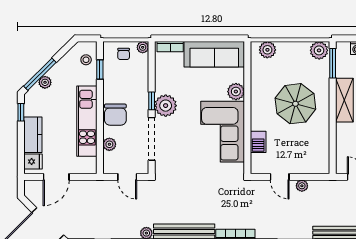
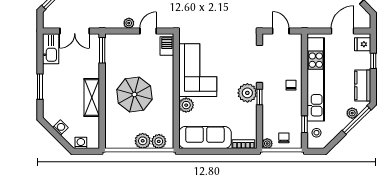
plant: (319, 50) -> (143, 141), moved
window: (333, 63) -> (102, 50), moved
window: (21, 112) -> (373, 61), moved
chair: (115, 115) -> (291, 85), width x0.54, depth x0.54
kitchen unit: (87, 121) -> (316, 79), width x1.36
kitchen counter: (33, 135) -> (363, 85), moved
barbecue: (258, 142) -> (167, 46), moved
plant: (109, 144) -> (296, 59), removed
door: (280, 177) -> (148, 31), hinge flipped

